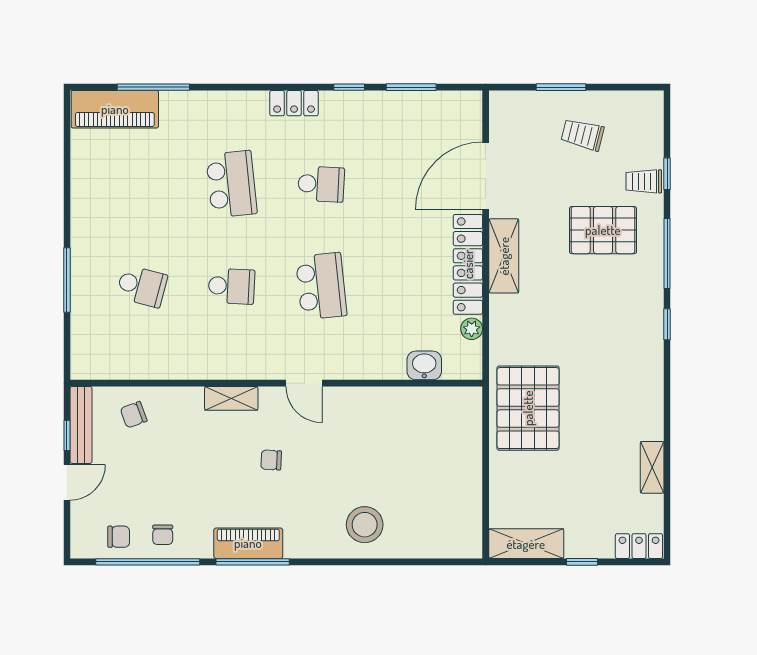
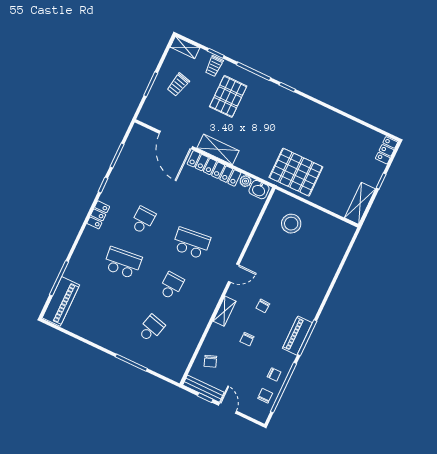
washbasin: (424, 365) -> (259, 190), moved, turned -90
chair: (201, 460) -> (247, 339), added
shelving: (652, 467) -> (185, 47), moved
stool: (365, 525) -> (291, 224), moved

